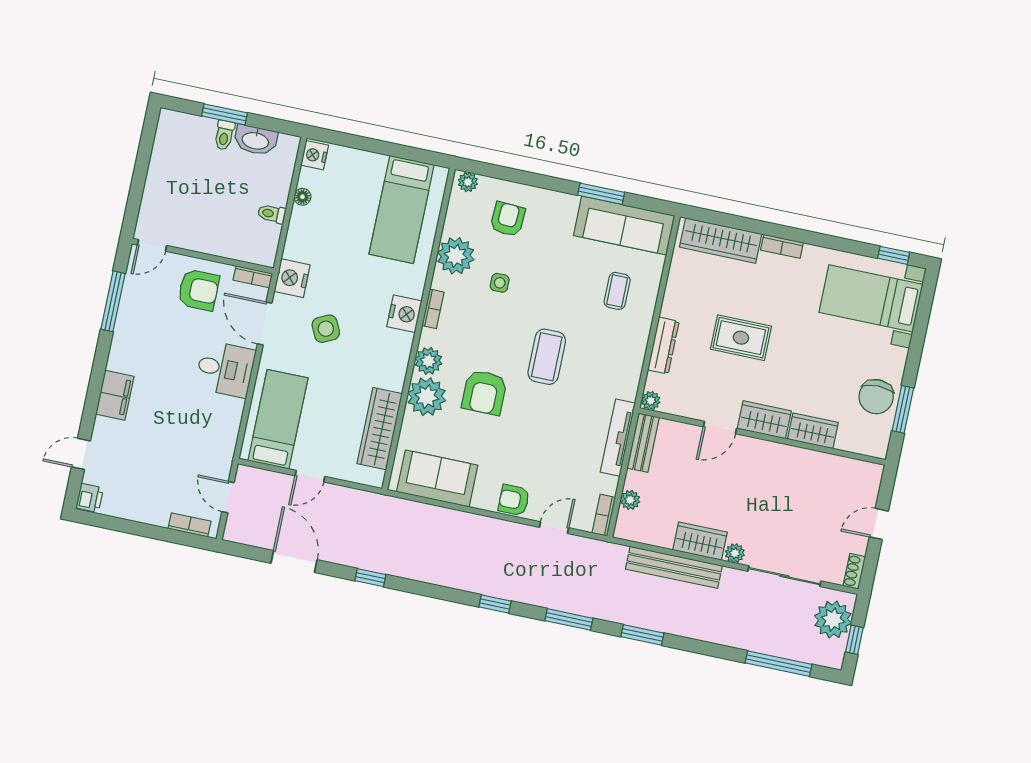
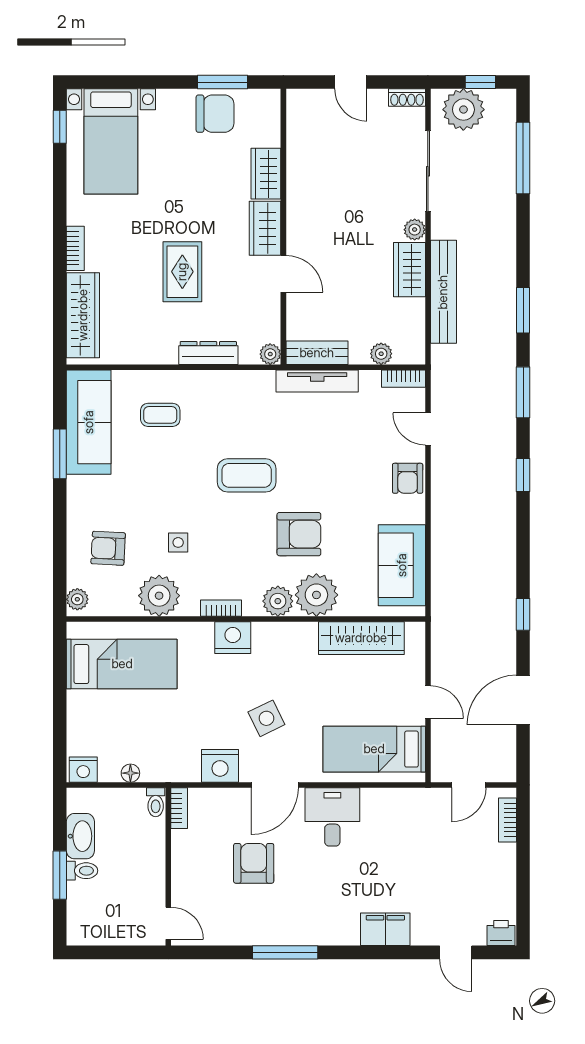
door: (152, 245) -> (168, 923), moved
wall: (203, 256) -> (168, 867), moved
bookcase: (253, 277) -> (179, 808), moved

